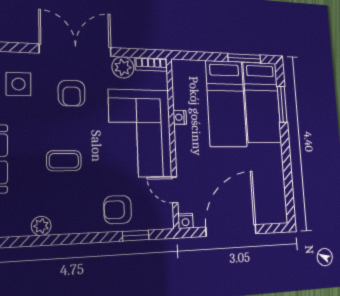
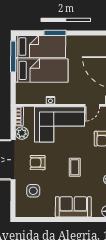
window: (244, 58) -> (13, 56), width x1.44
armchair: (72, 93) -> (38, 163), turned 180
window: (282, 104) -> (55, 33), moved

